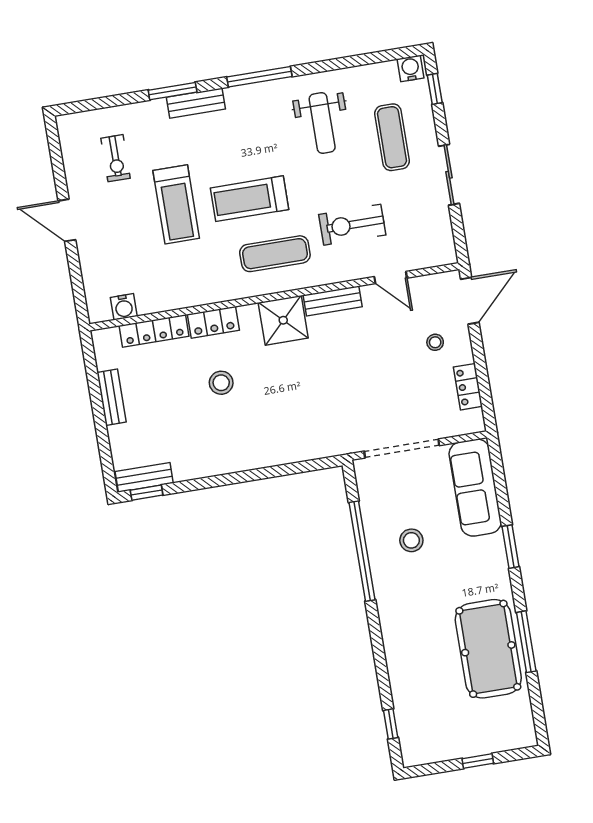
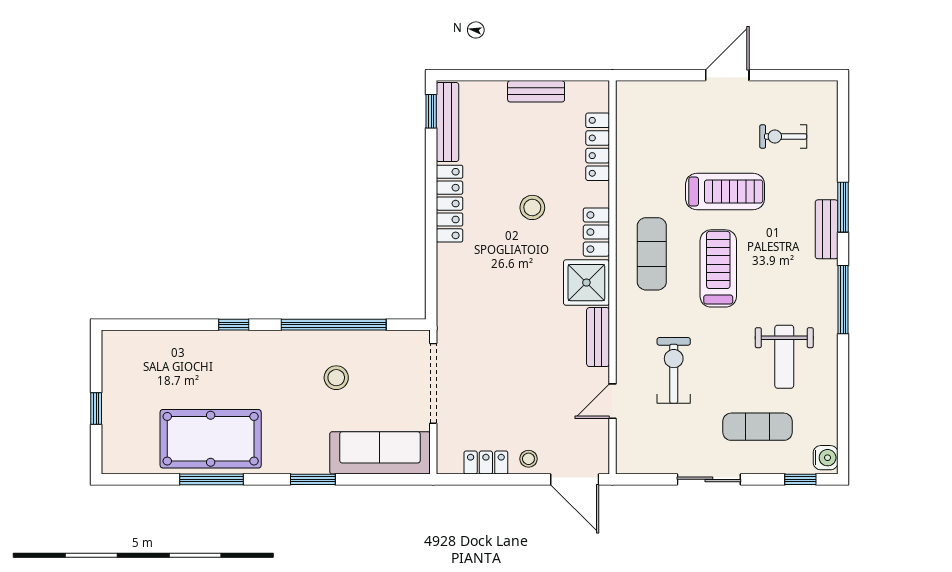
weight bench: (322, 123) -> (784, 357), turned -90
treadmill: (176, 204) -> (725, 191), turned 180
exercise mat: (275, 254) -> (652, 254), moved
water cooler: (124, 307) -> (628, 119), removed
locker: (213, 322) -> (596, 232), moved
stool: (435, 342) -> (528, 459), moved
locker: (230, 461) -> (450, 204), added
bench: (144, 477) -> (447, 122), width x1.36
window: (391, 724) -> (234, 325), moved

